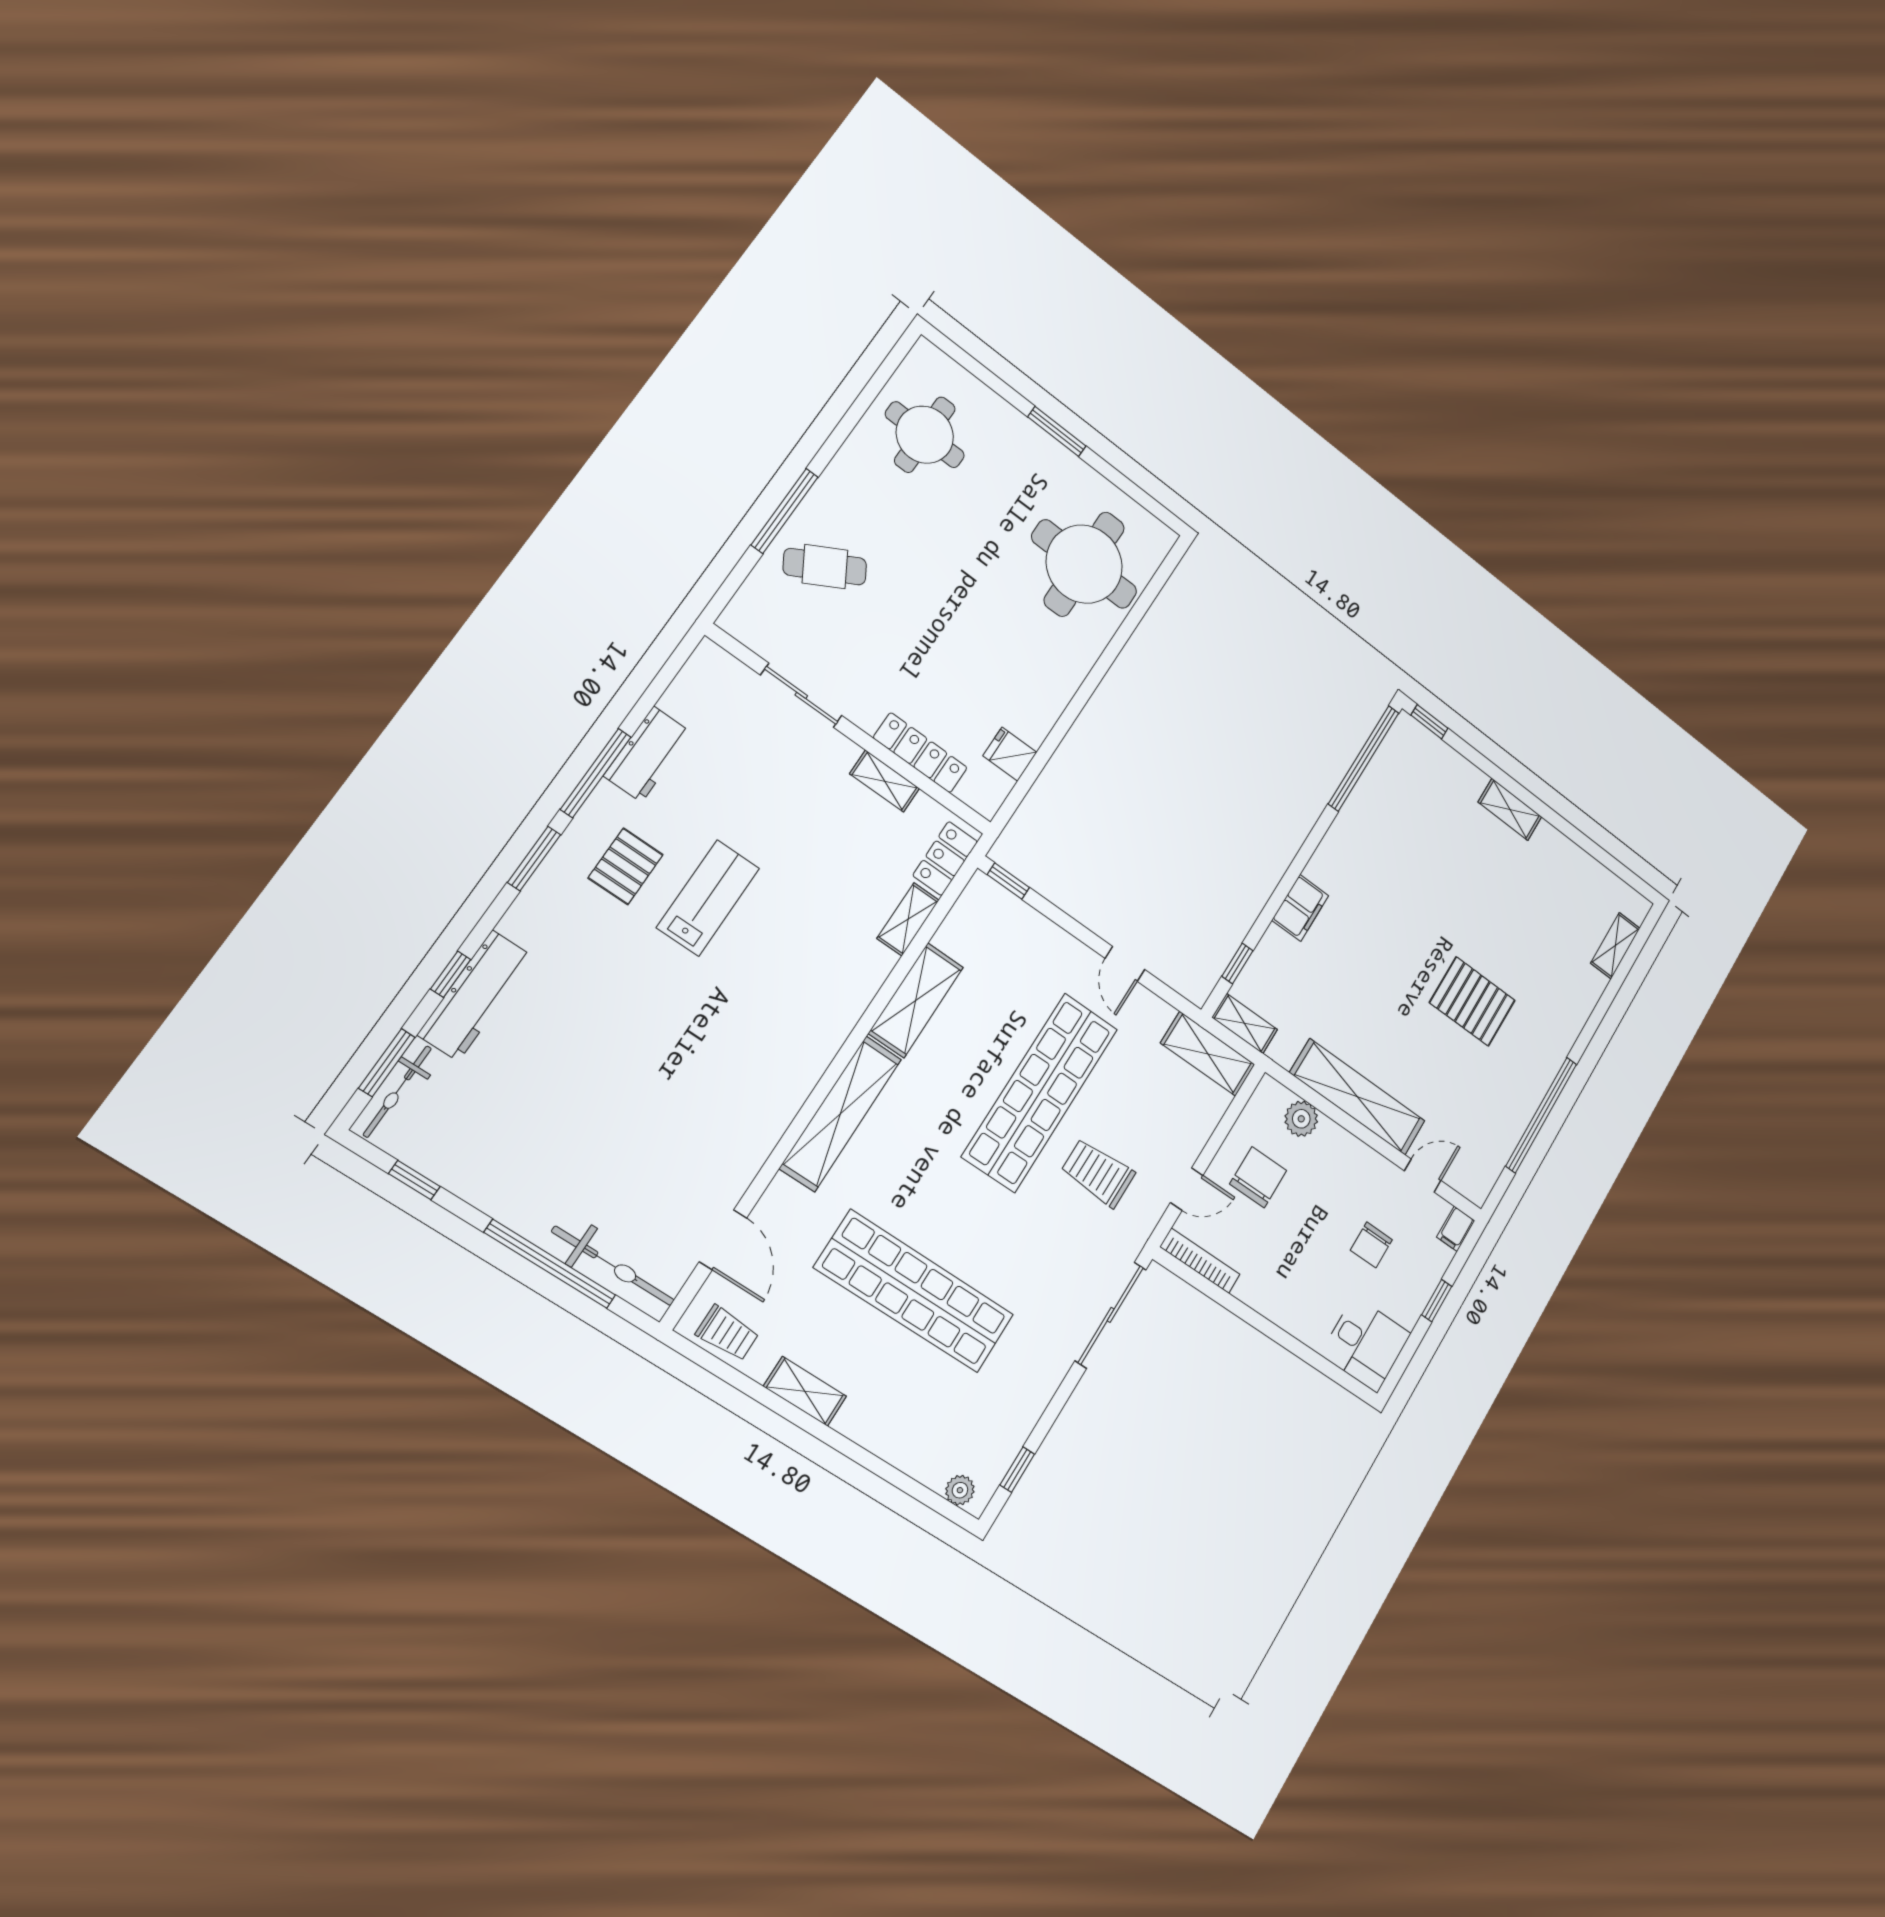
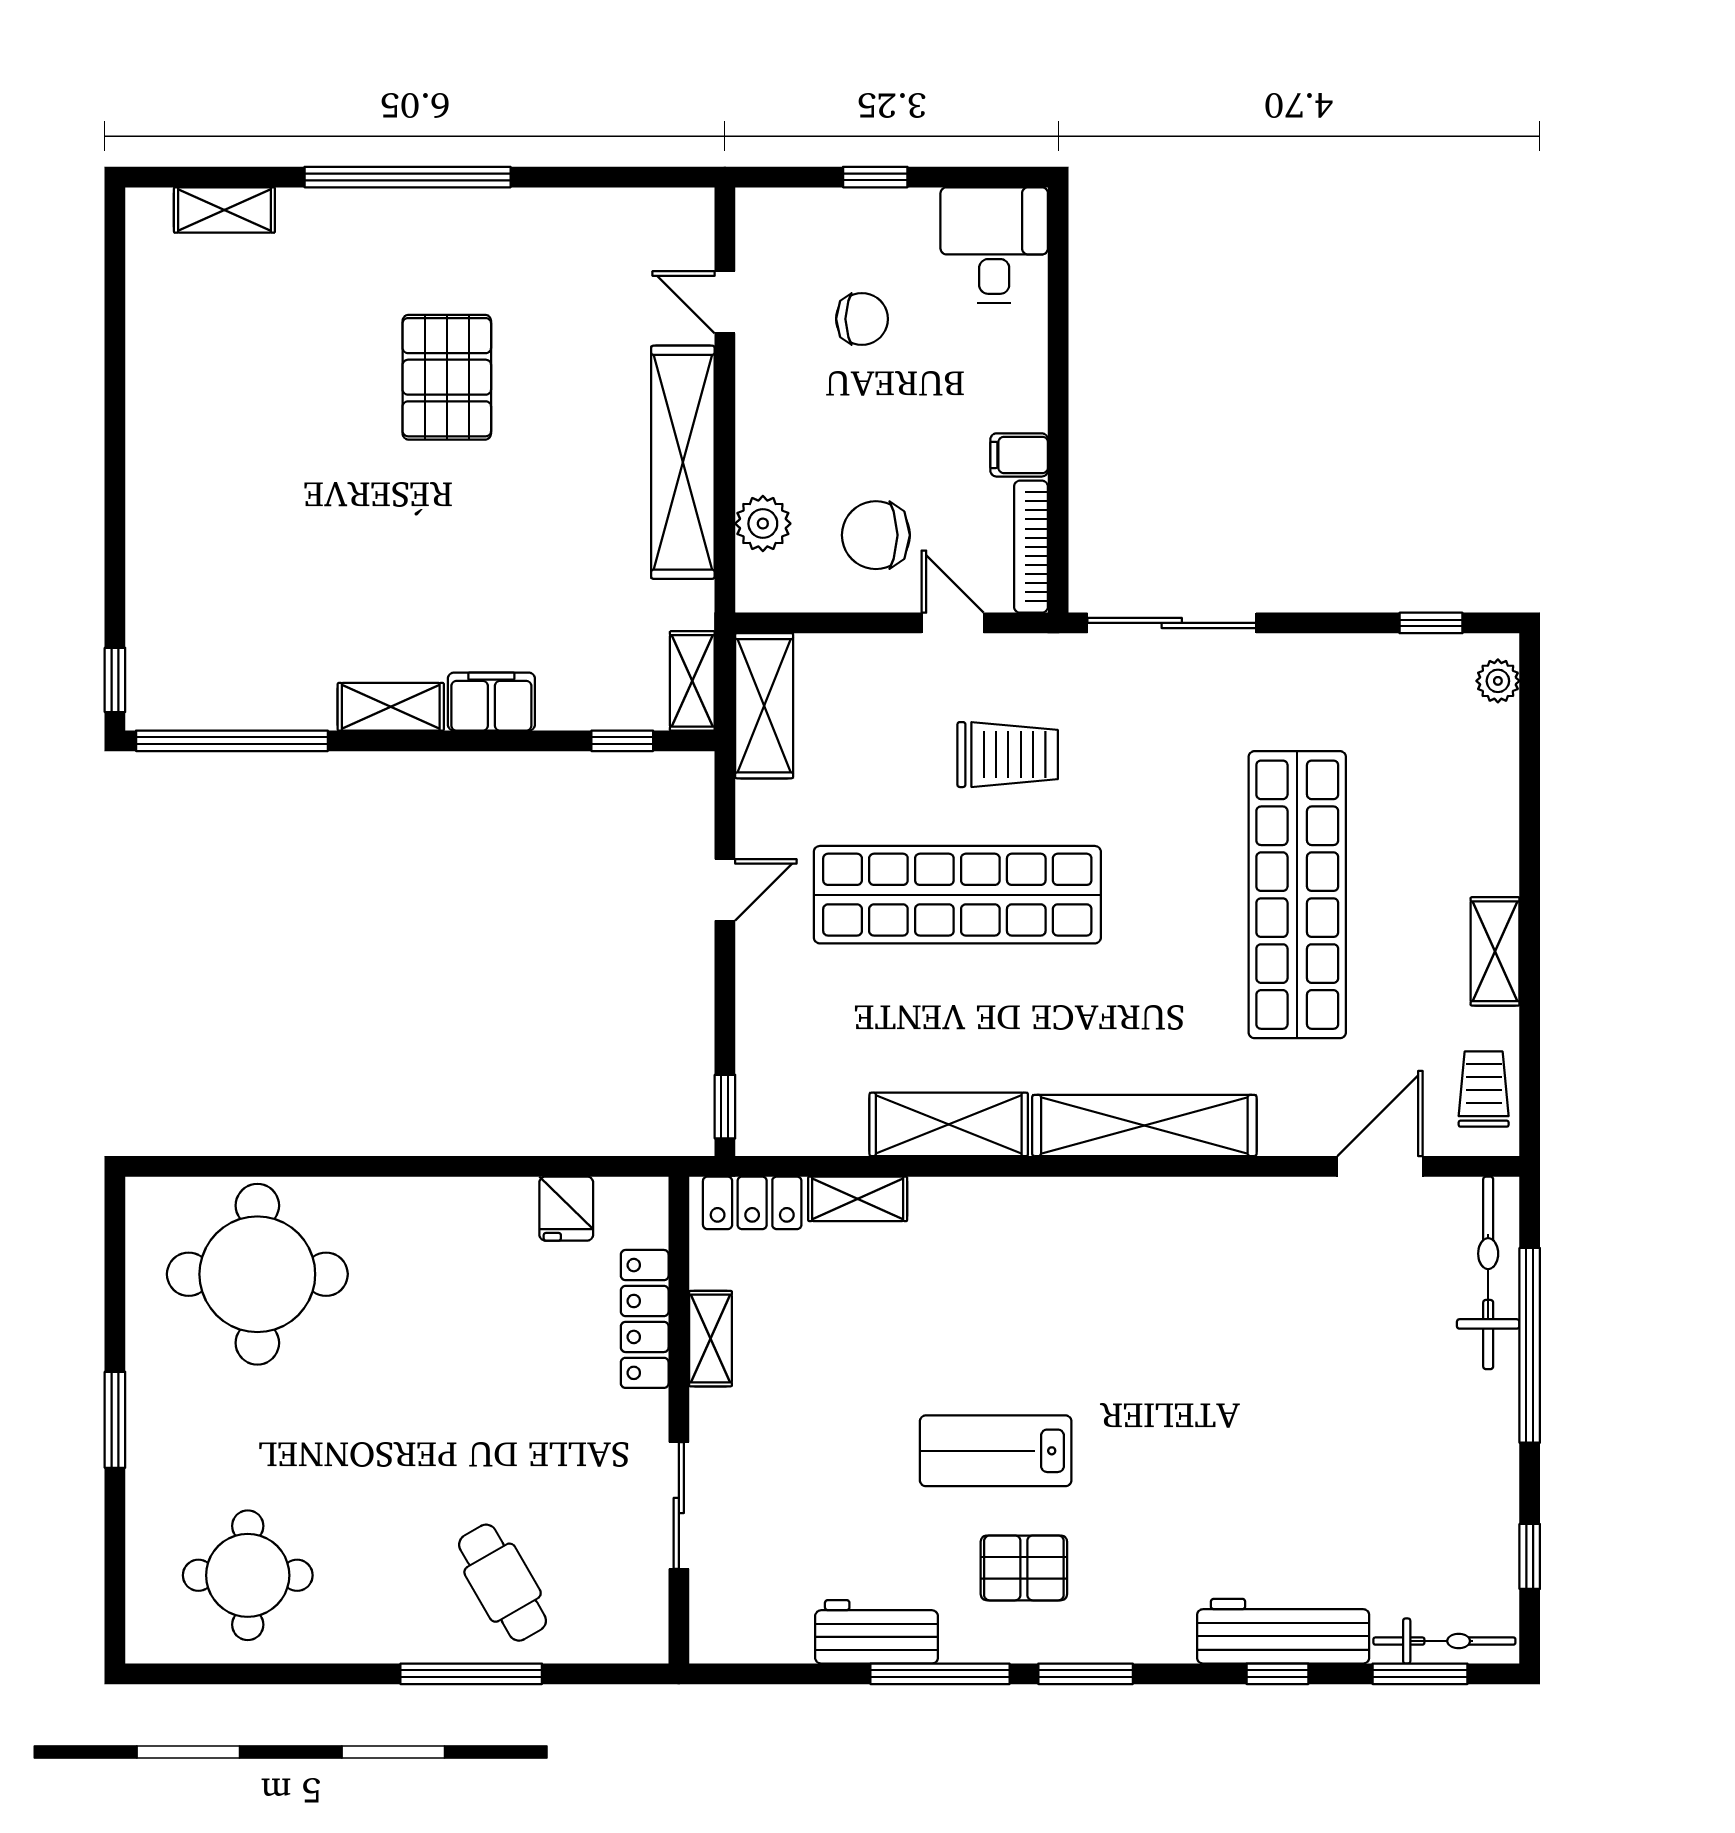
shelving: (1510, 809) -> (391, 707), moved, turned 90
window: (1541, 1115) -> (408, 177), moved
trolley: (1098, 1173) -> (1008, 755), turned -90
filing cabinet: (1456, 1229) -> (1019, 455), moved, turned 180

